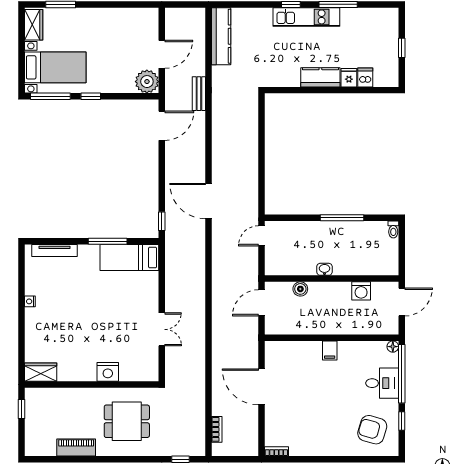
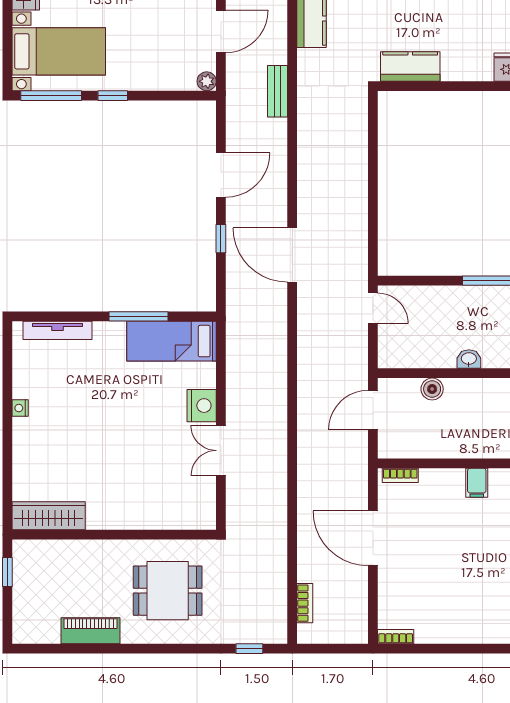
kitchen counter: (320, 77) -> (410, 66), moved
plant: (147, 82) -> (207, 81), width x0.53, depth x0.53
door: (162, 126) -> (221, 175), moved
window: (162, 221) -> (221, 239), moved
door: (261, 236) -> (373, 308), swing flipped
double door: (162, 329) -> (221, 451), swing flipped
bookcase: (279, 346) -> (400, 475), added
wardrobe: (41, 372) -> (49, 516), width x1.50
nightstand: (108, 372) -> (202, 406), moved, turned -90

